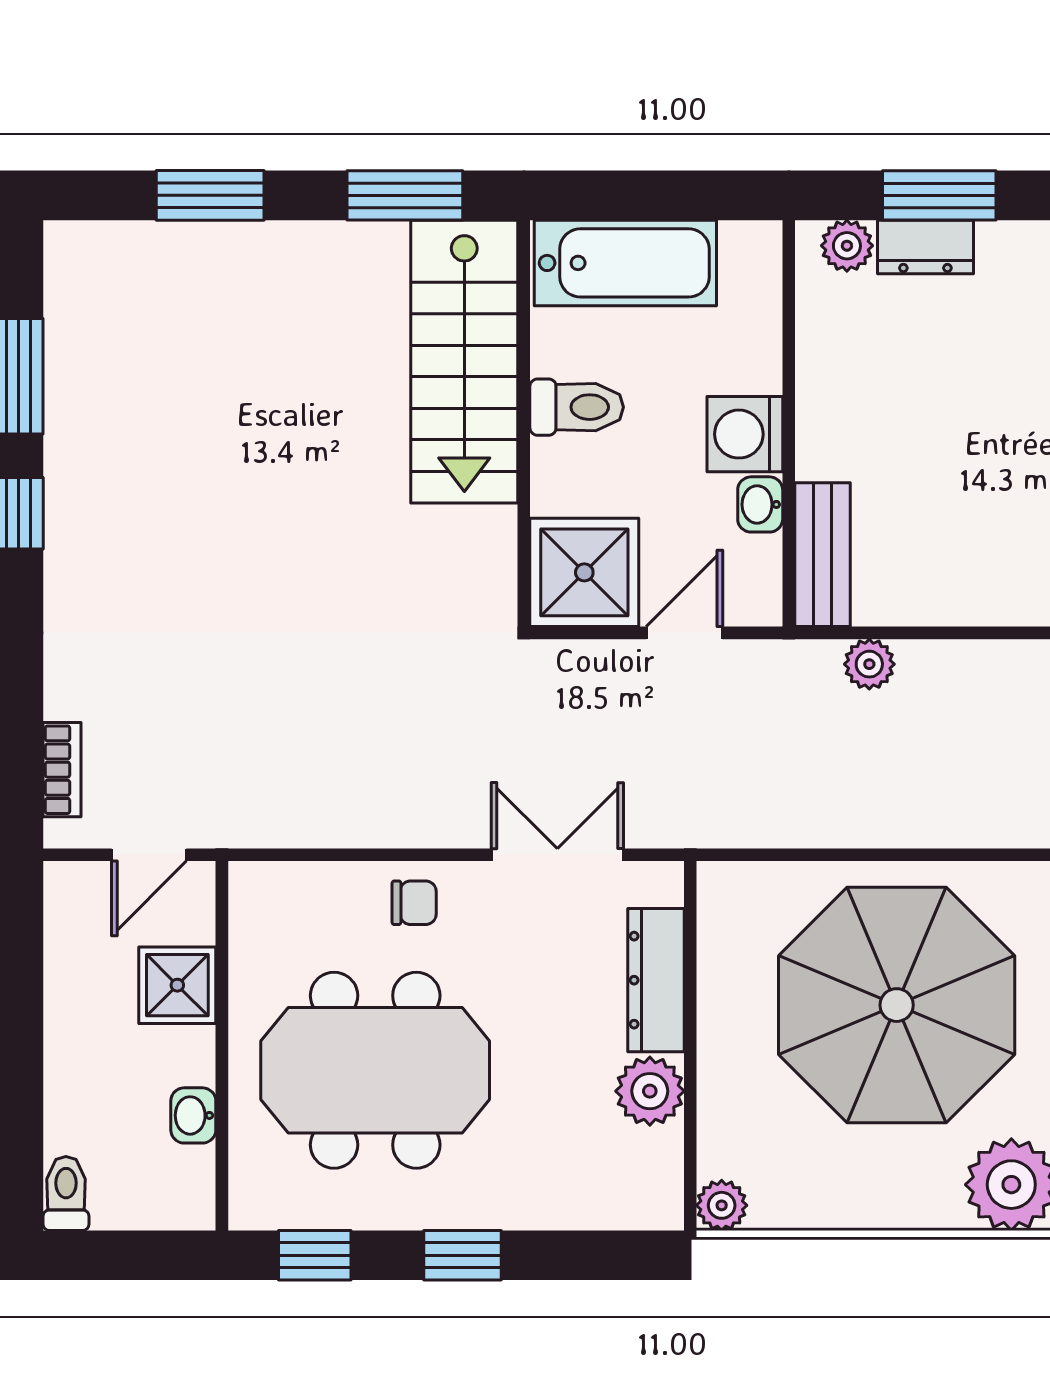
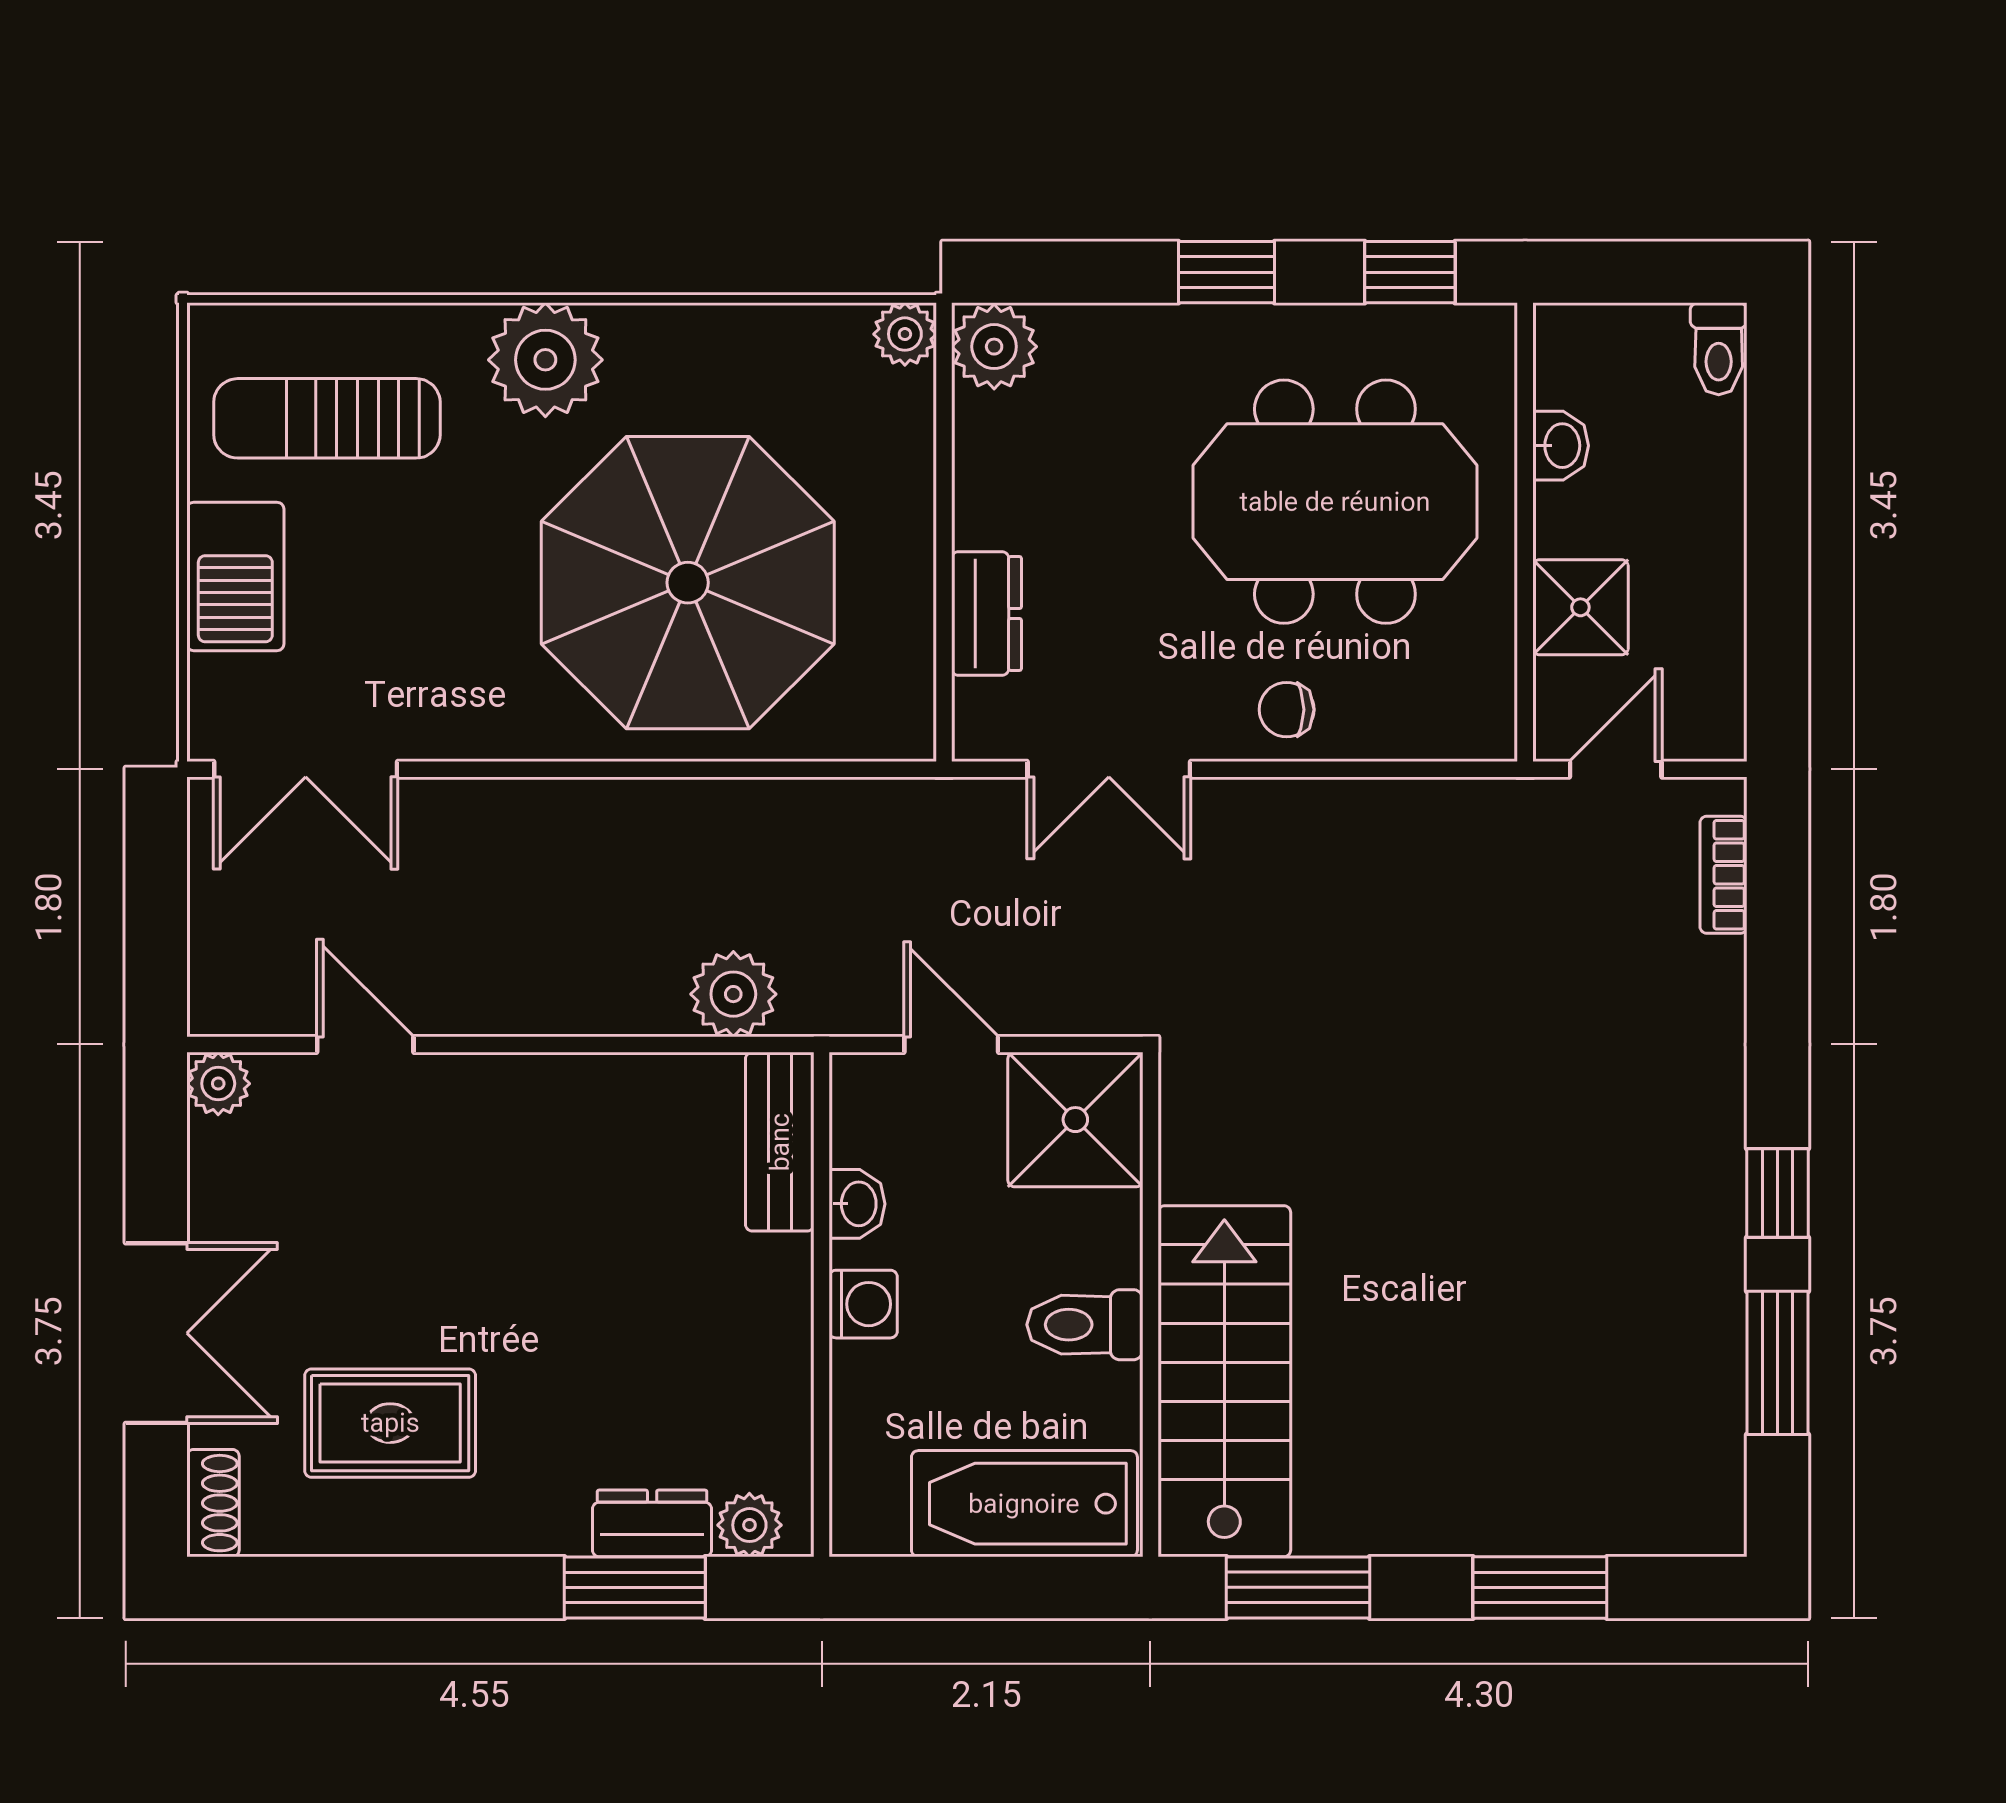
washing machine: (745, 434) -> (863, 1304), width x0.73, depth x0.73
door: (684, 633) -> (951, 1044), swing flipped
plant: (869, 664) -> (733, 994), width x1.38, depth x1.38
dresser: (656, 980) -> (986, 614), width x0.70
plant: (650, 1091) -> (994, 347), moved

